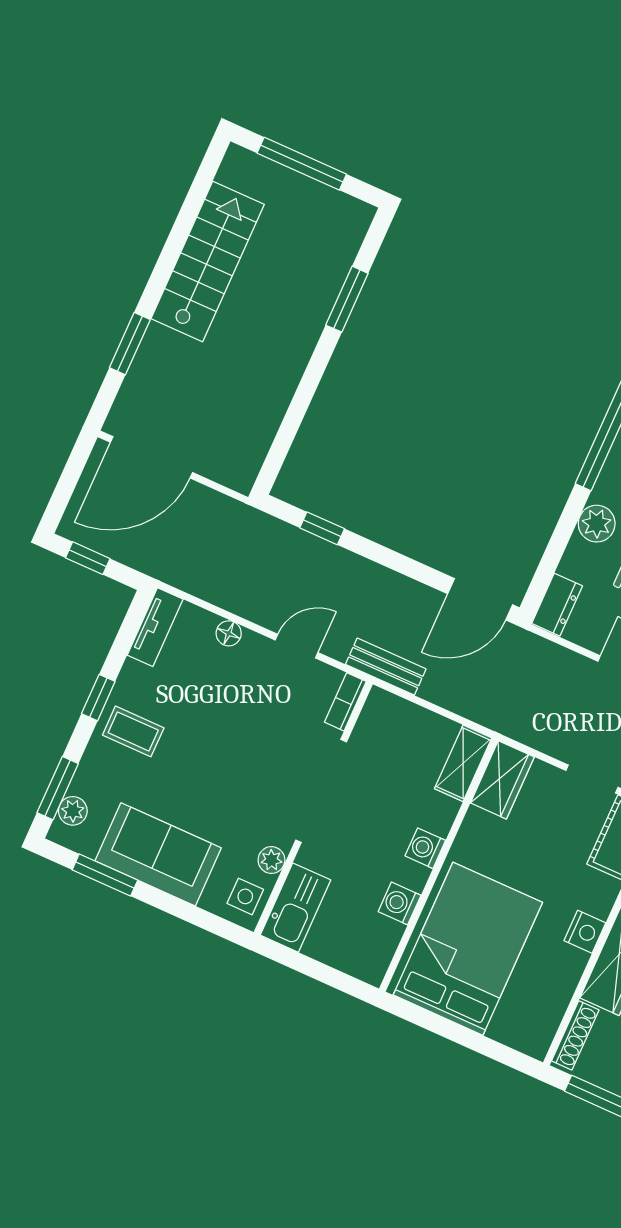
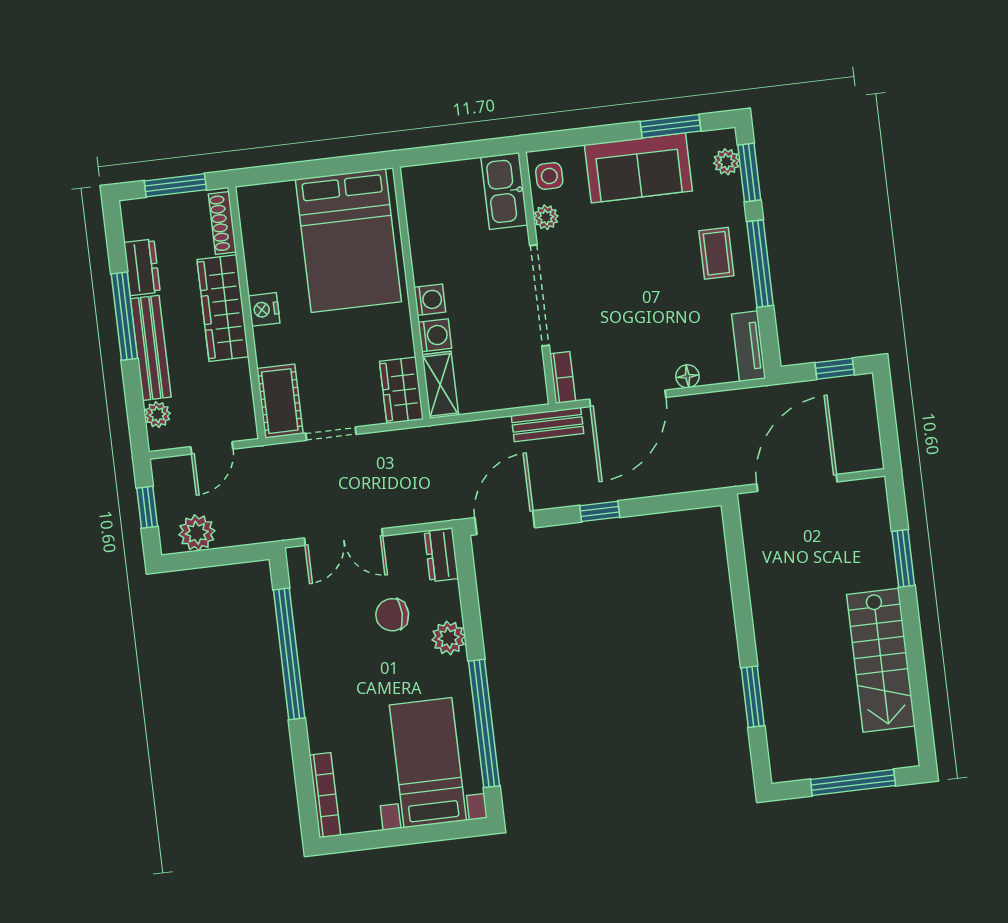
door: (151, 457) -> (797, 483), moved
window: (322, 528) -> (600, 511), moved
door: (297, 646) -> (628, 398), width x1.88
window: (98, 698) -> (760, 264), width x2.17
coffee table: (133, 731) -> (716, 253), turned 90
washing machine: (400, 903) -> (435, 335), moved

